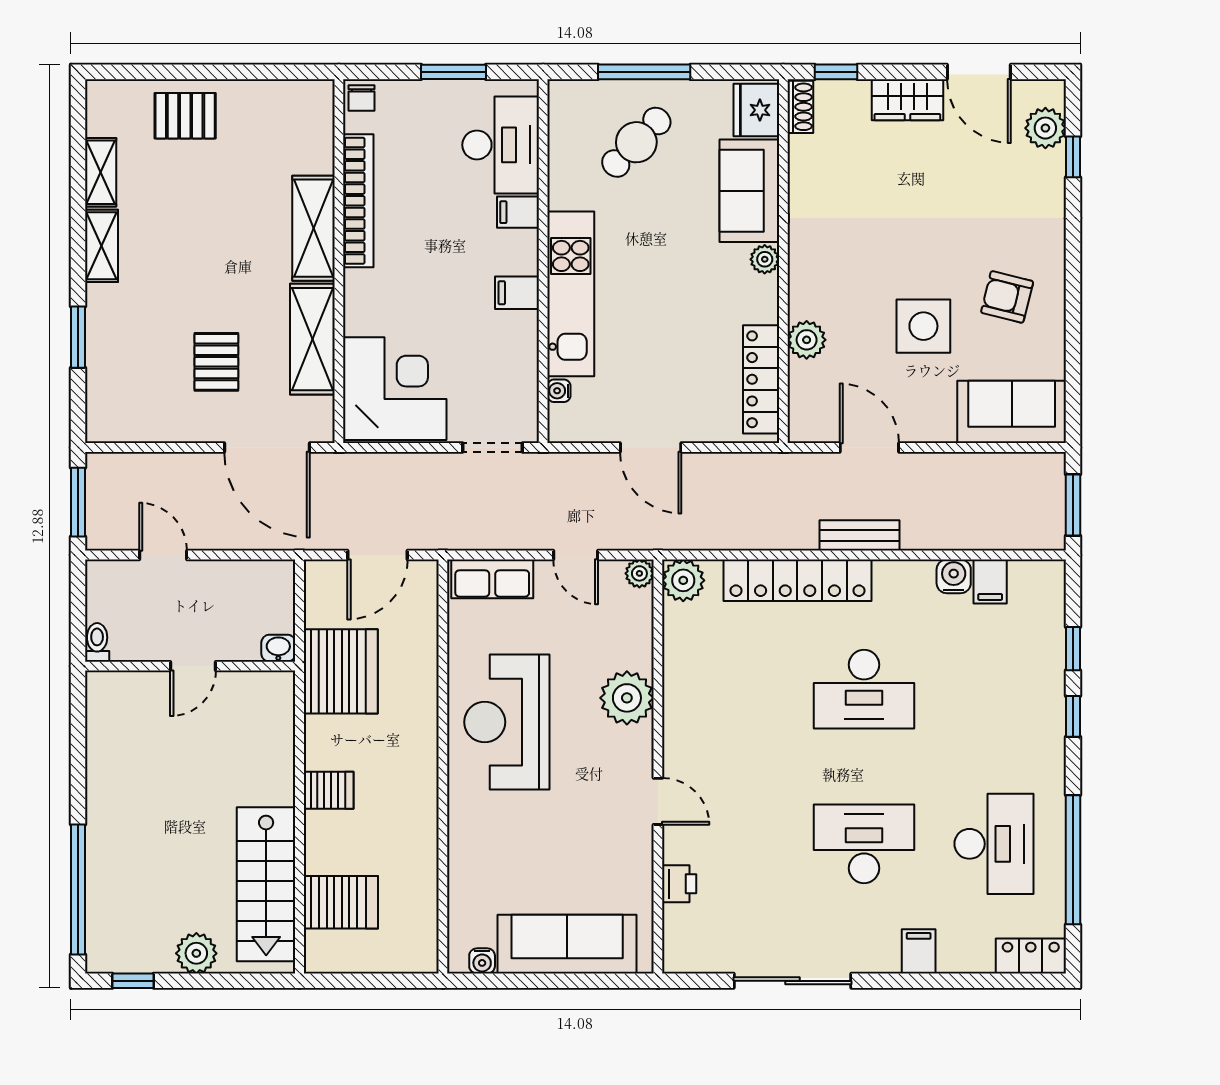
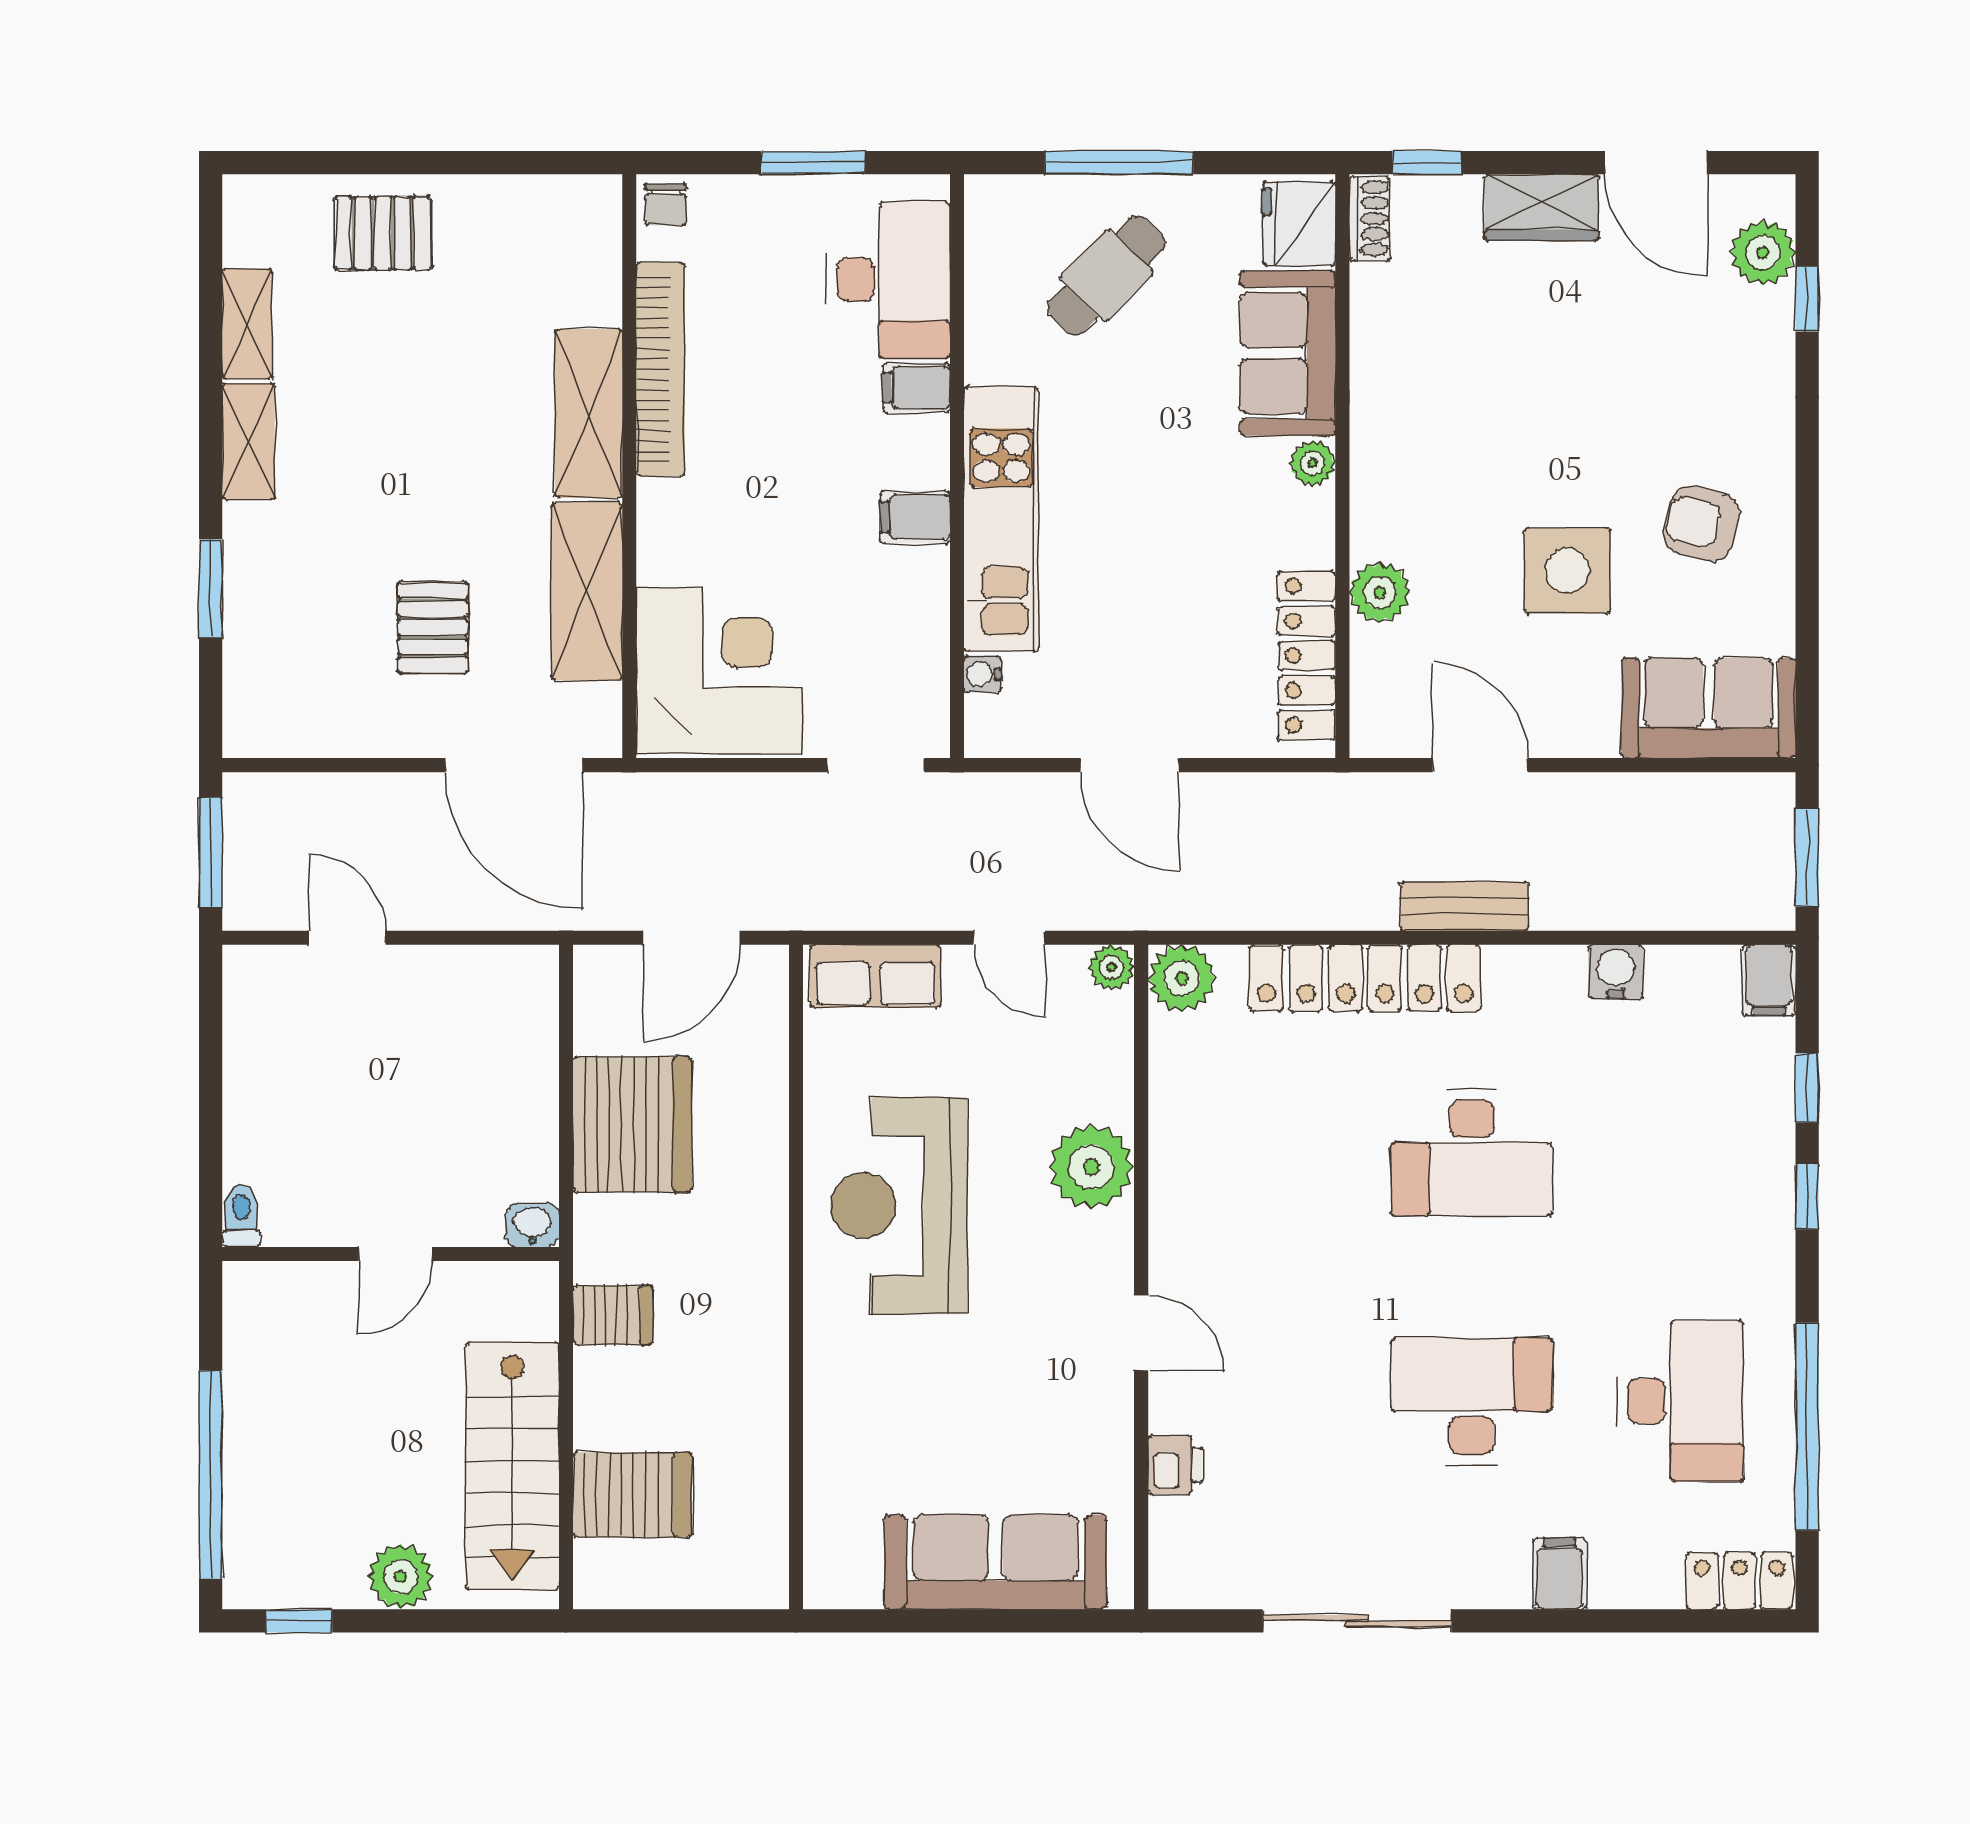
filing cabinet: (990, 581) -> (1769, 980), moved
toilet: (97, 642) -> (241, 1216), moved
washbasin: (278, 648) -> (532, 1225), moved
wall: (190, 666) -> (391, 1254), moved
door: (193, 666) -> (395, 1254), moved
water cooler: (482, 961) -> (859, 1589), removed

